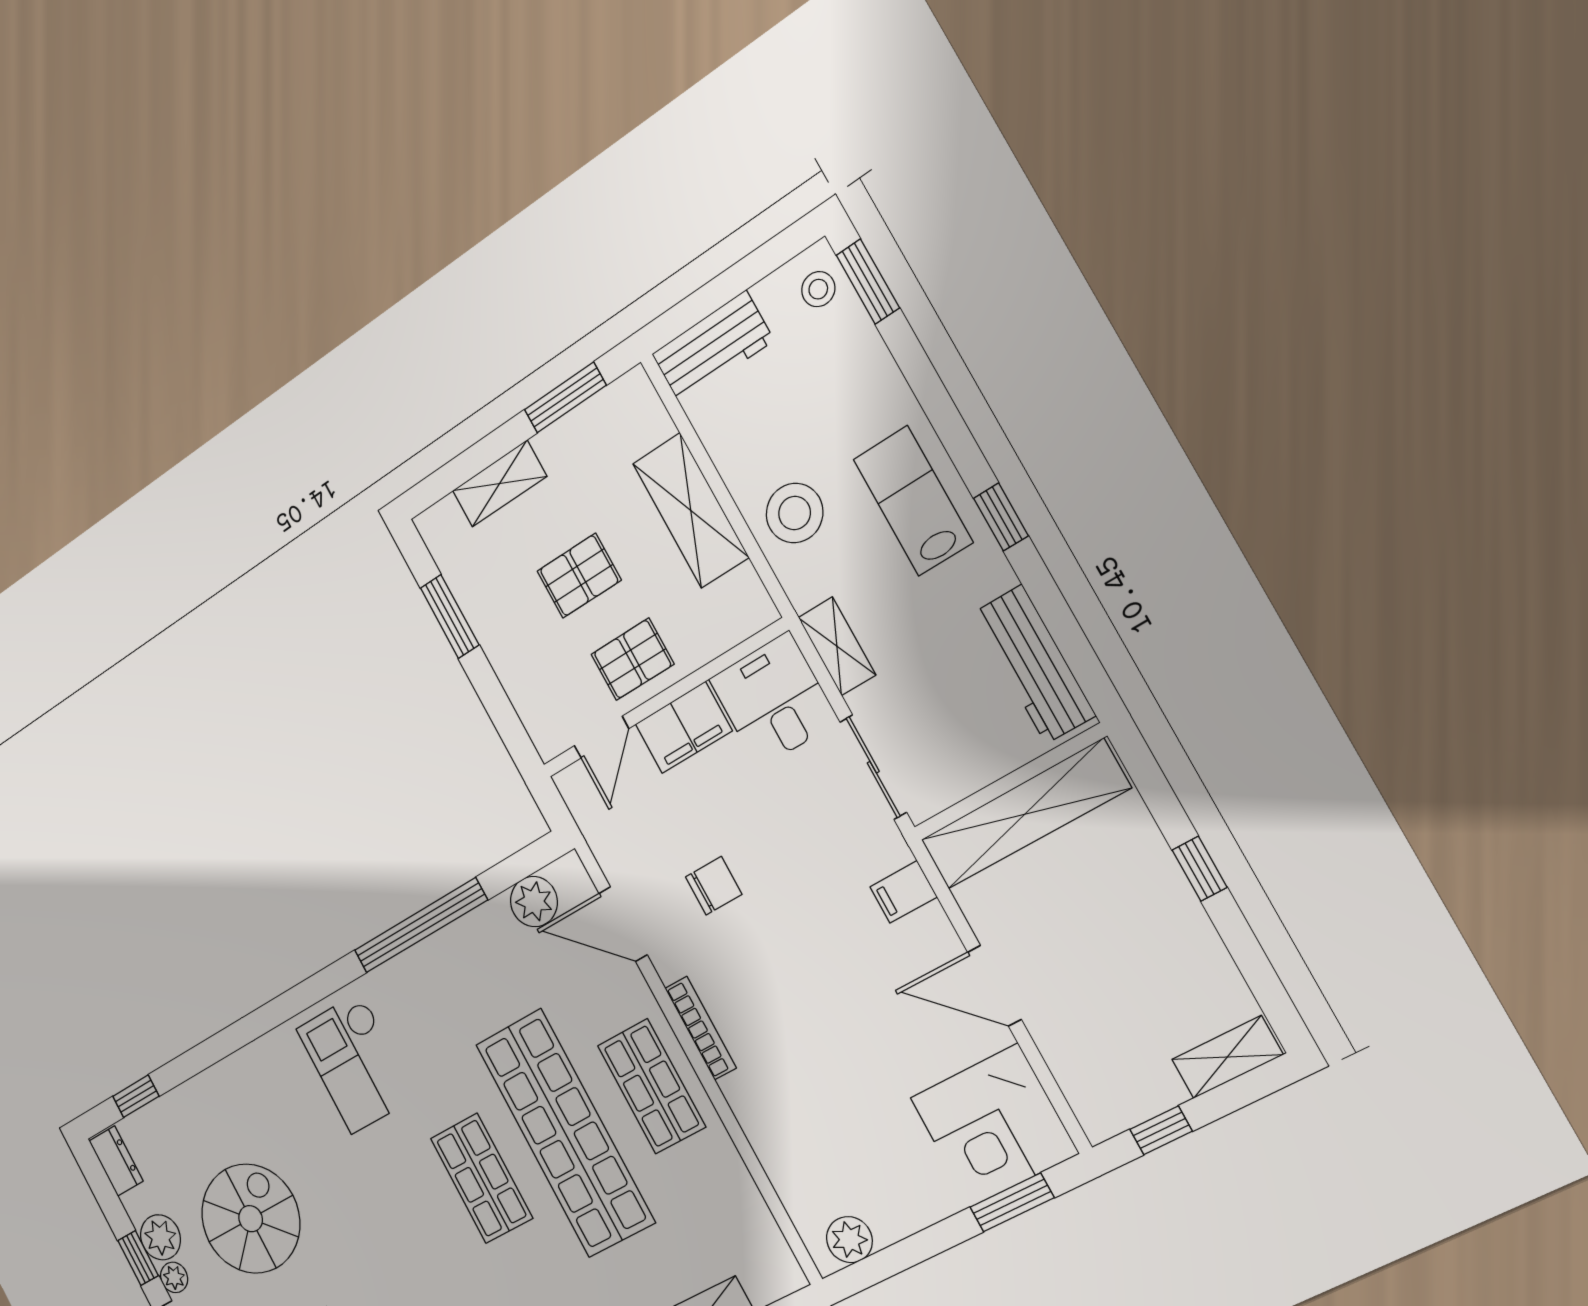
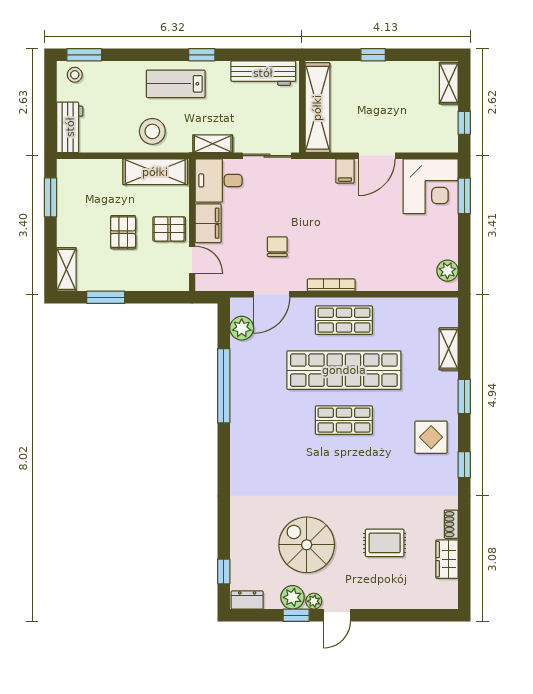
shelving: (500, 484) -> (66, 269), moved
shelving: (691, 510) -> (155, 172), moved
pallet: (633, 659) -> (169, 229), turned 90
filing cabinet: (903, 892) -> (345, 171), moved
checkout: (356, 1063) -> (265, 451), removed

